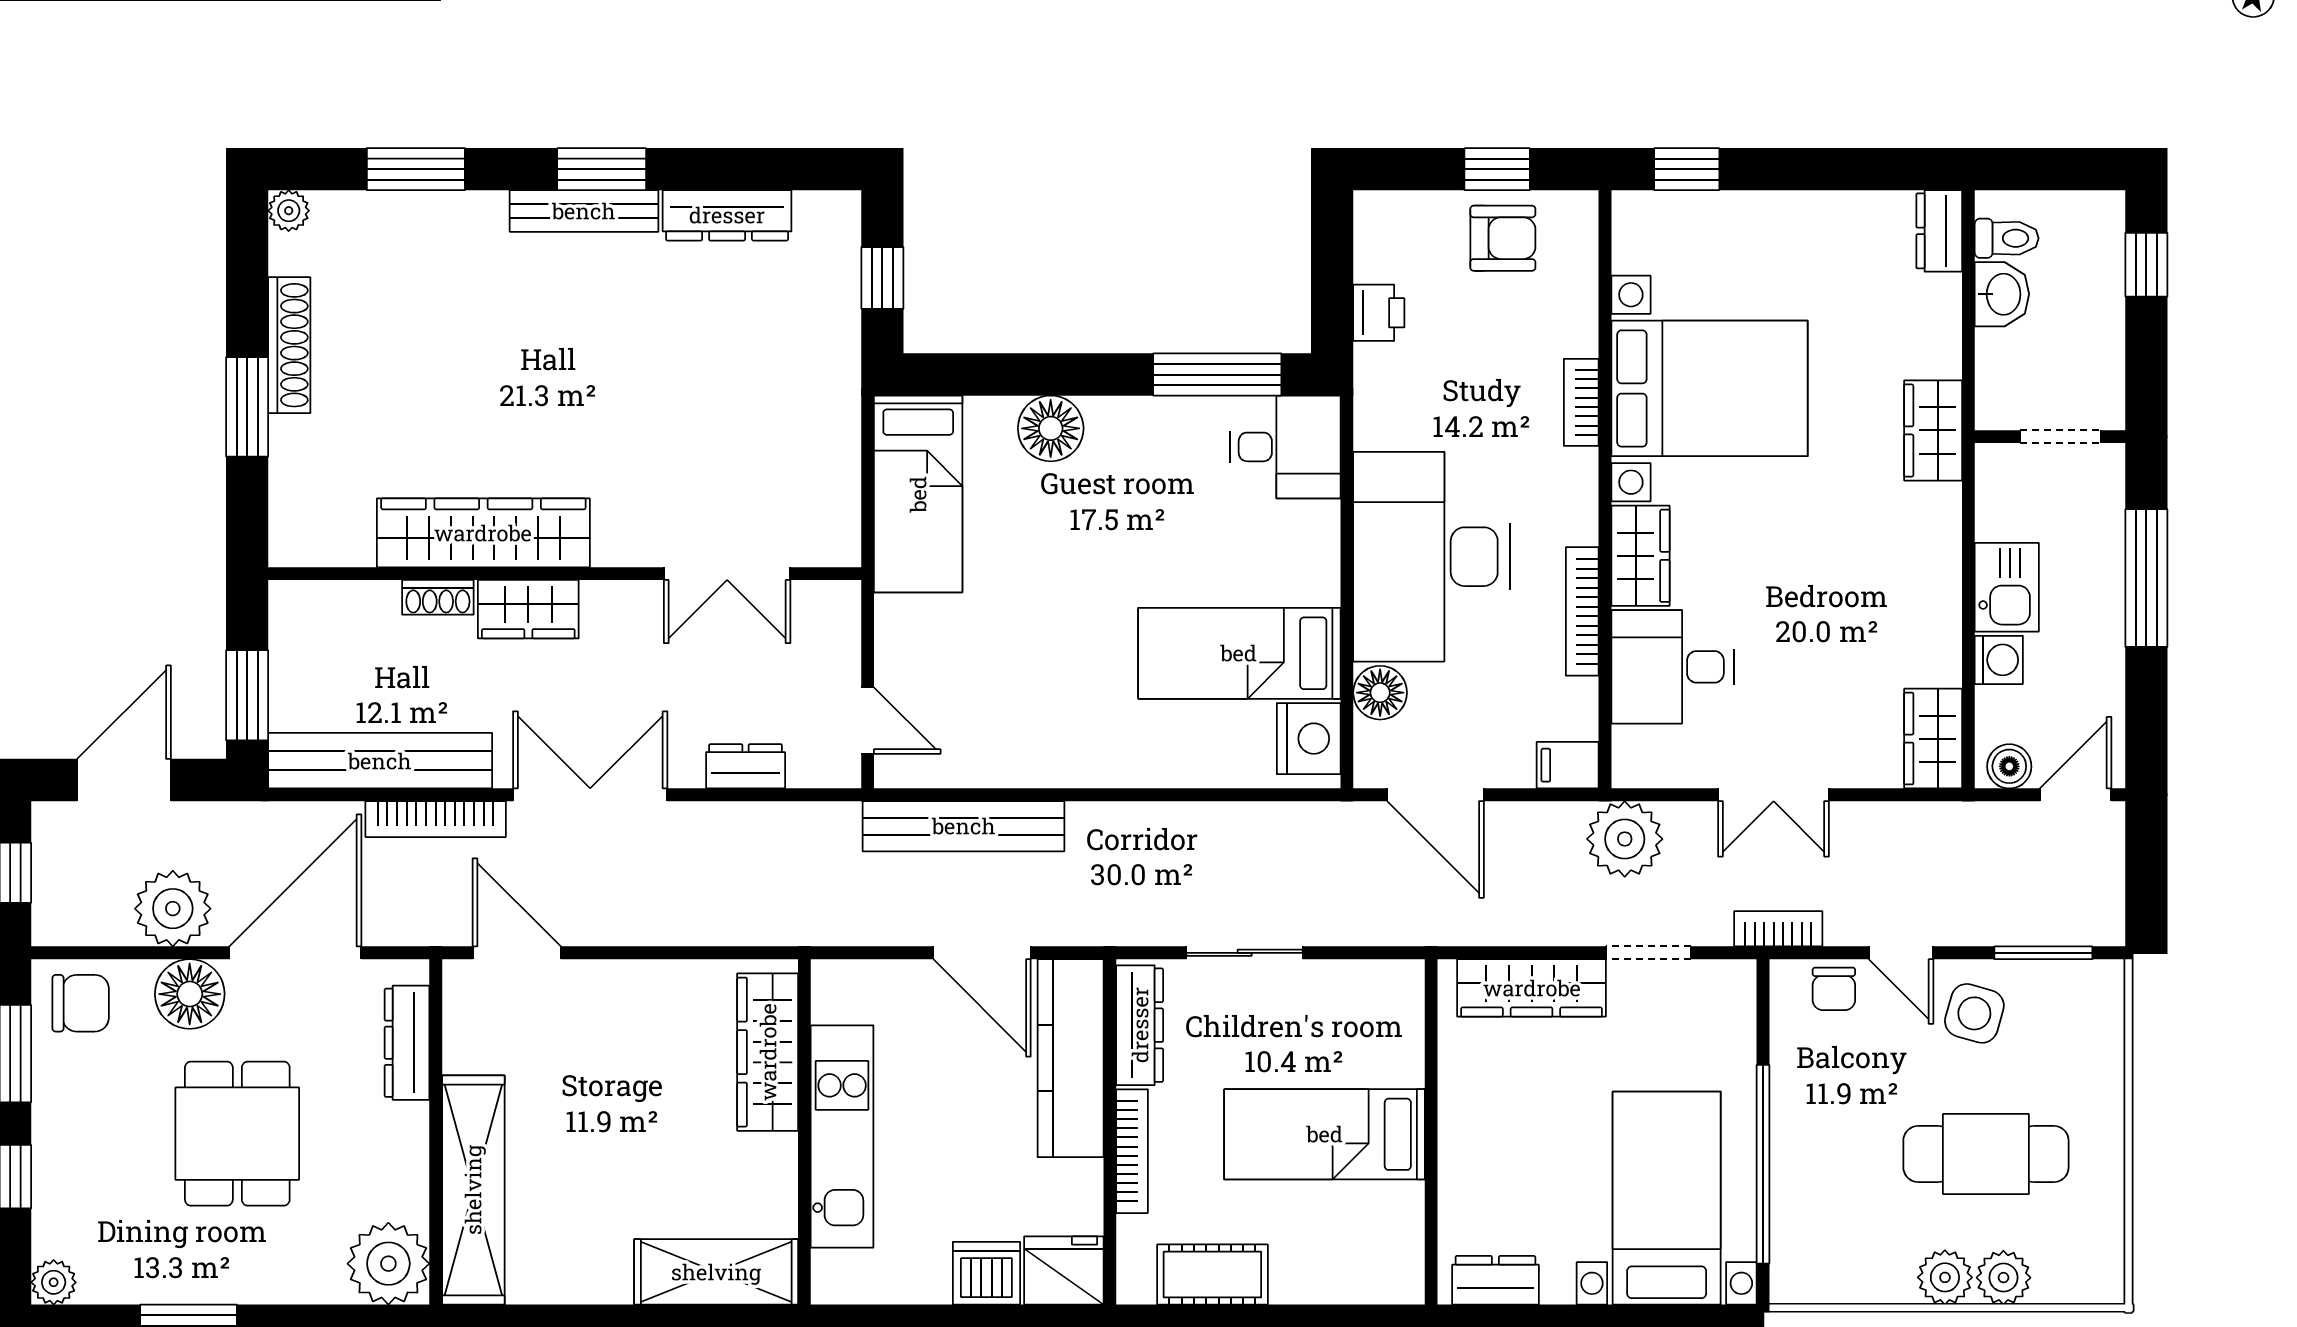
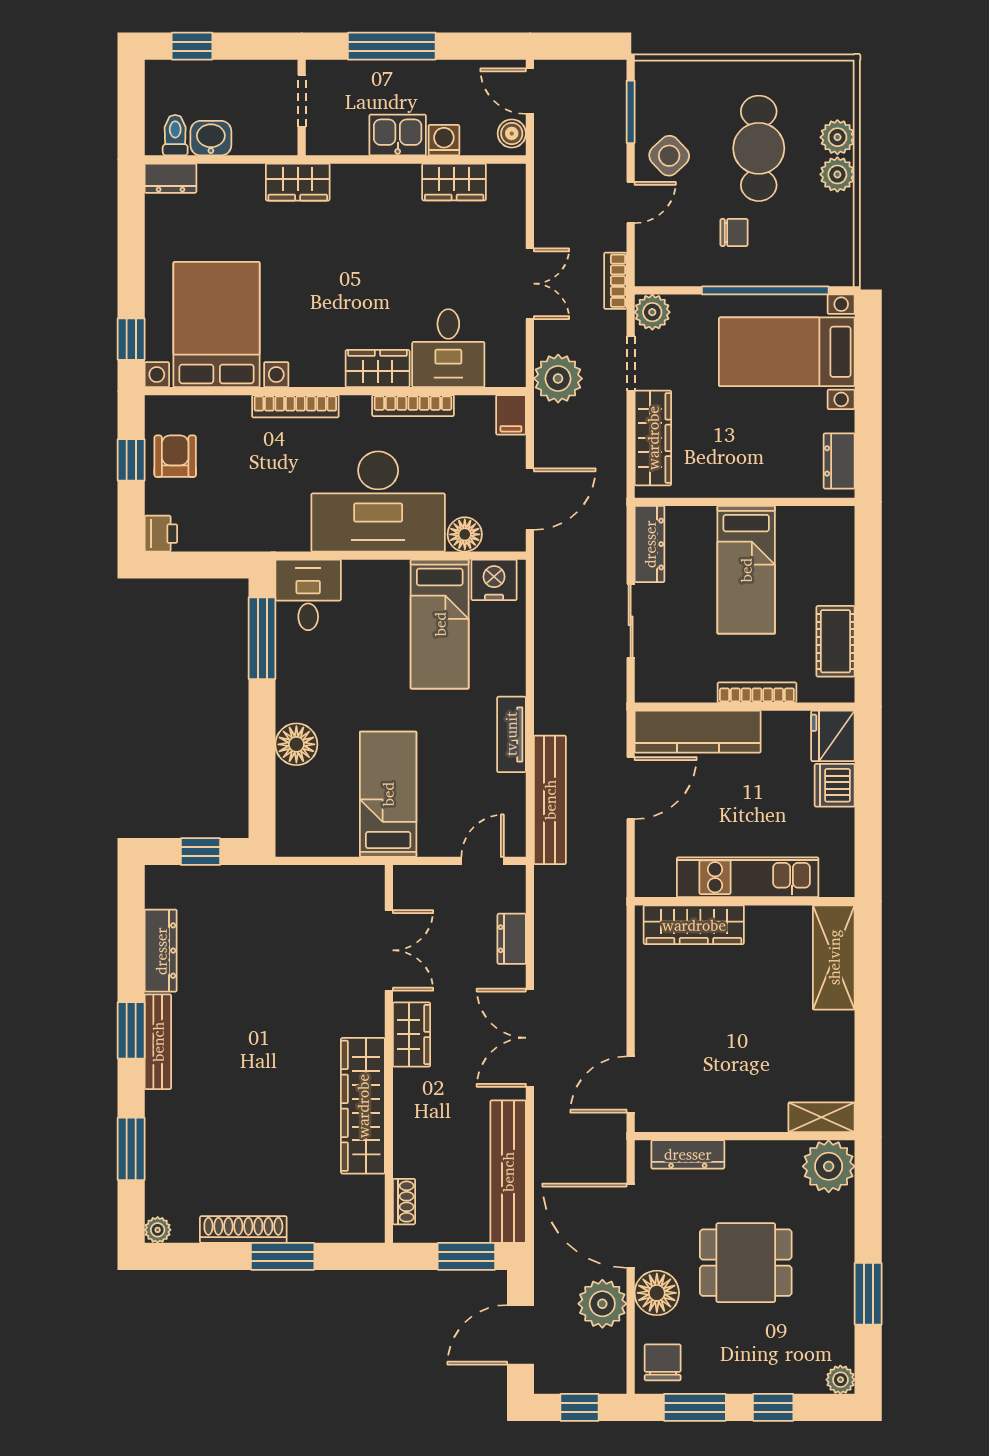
printer: (1379, 313) -> (161, 534), moved, turned 90
bed with nightstands: (1710, 388) -> (217, 324), moved
bookcase: (1581, 402) -> (295, 406), width x1.56
bed: (918, 494) -> (388, 794), moved, turned -90
shoe rack: (438, 597) -> (404, 1202), moved
wardrobe: (528, 609) -> (412, 1034), moved
wardrobe: (1933, 739) -> (454, 182), moved
tv unit: (1066, 766) -> (511, 734), added
door: (124, 780) -> (520, 1335), hinge flipped
bookcase: (436, 819) -> (545, 1136), removed
plant: (1729, 987) -> (652, 312), added
chair: (1834, 989) -> (734, 232), moved
side table: (1974, 1013) -> (669, 156), turned 31
dresser: (1140, 1025) -> (650, 544), moved, turned 90
shelving: (473, 1190) -> (822, 1117), width x0.45, depth x0.75

